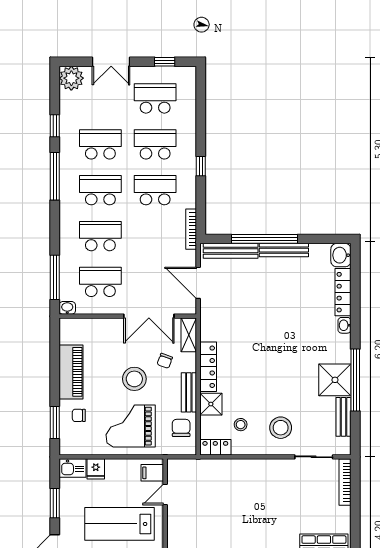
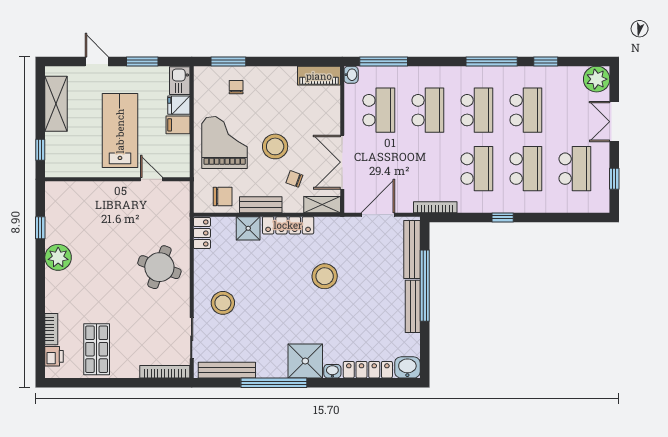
piano: (71, 372) -> (319, 76), moved, width x0.73, depth x0.75
shower: (335, 380) -> (305, 361), moved
bench: (344, 417) -> (227, 370), width x1.36
stool: (241, 425) -> (325, 276), moved, width x1.89, depth x1.89
filing cabinet: (152, 473) -> (178, 125), moved, turned -90
round table: (247, 487) -> (159, 267), added

